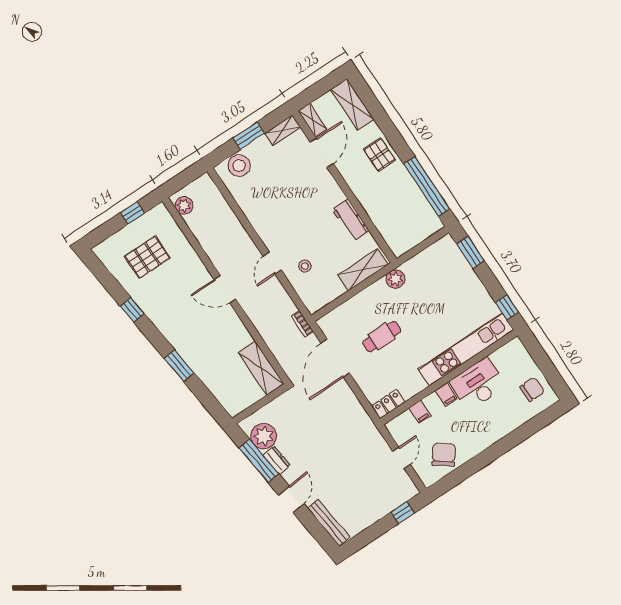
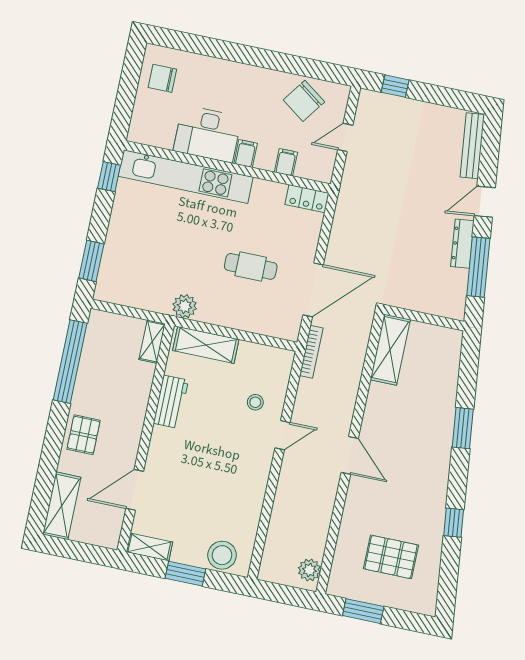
shelving: (312, 120) -> (152, 342), moved
window: (133, 213) -> (363, 611), width x1.50
bookcase: (302, 324) -> (311, 352), width x1.56
plant: (264, 436) -> (451, 285), removed
dresser: (277, 460) -> (462, 244), width x1.44

